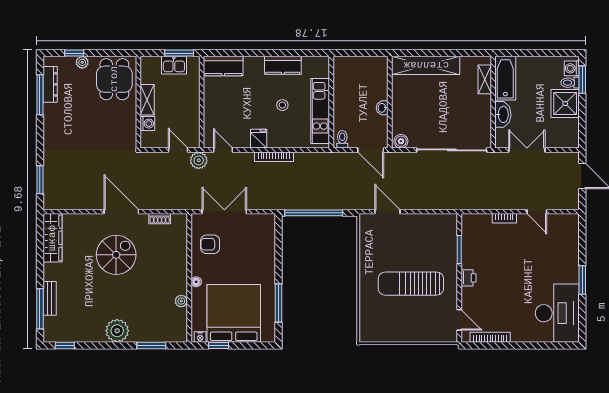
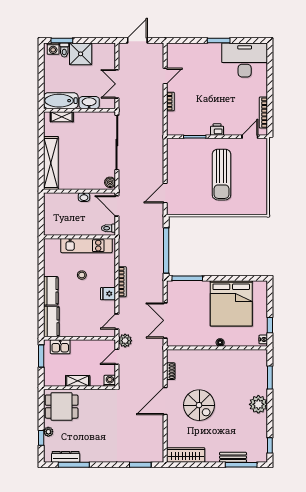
kitchen sink: (174, 65) -> (60, 347), moved, turned 90
kitchen counter: (283, 65) -> (51, 291), moved
washing machine: (147, 124) -> (110, 381), moved
door: (371, 150) -> (117, 206), swing flipped
armchair: (210, 244) -> (191, 332), removed
spiral stairs: (116, 255) -> (199, 405), turned 180
plant: (181, 301) -> (235, 354), removed
window: (278, 303) -> (187, 278), moved
bed: (234, 313) -> (231, 303), moved, turned -90

